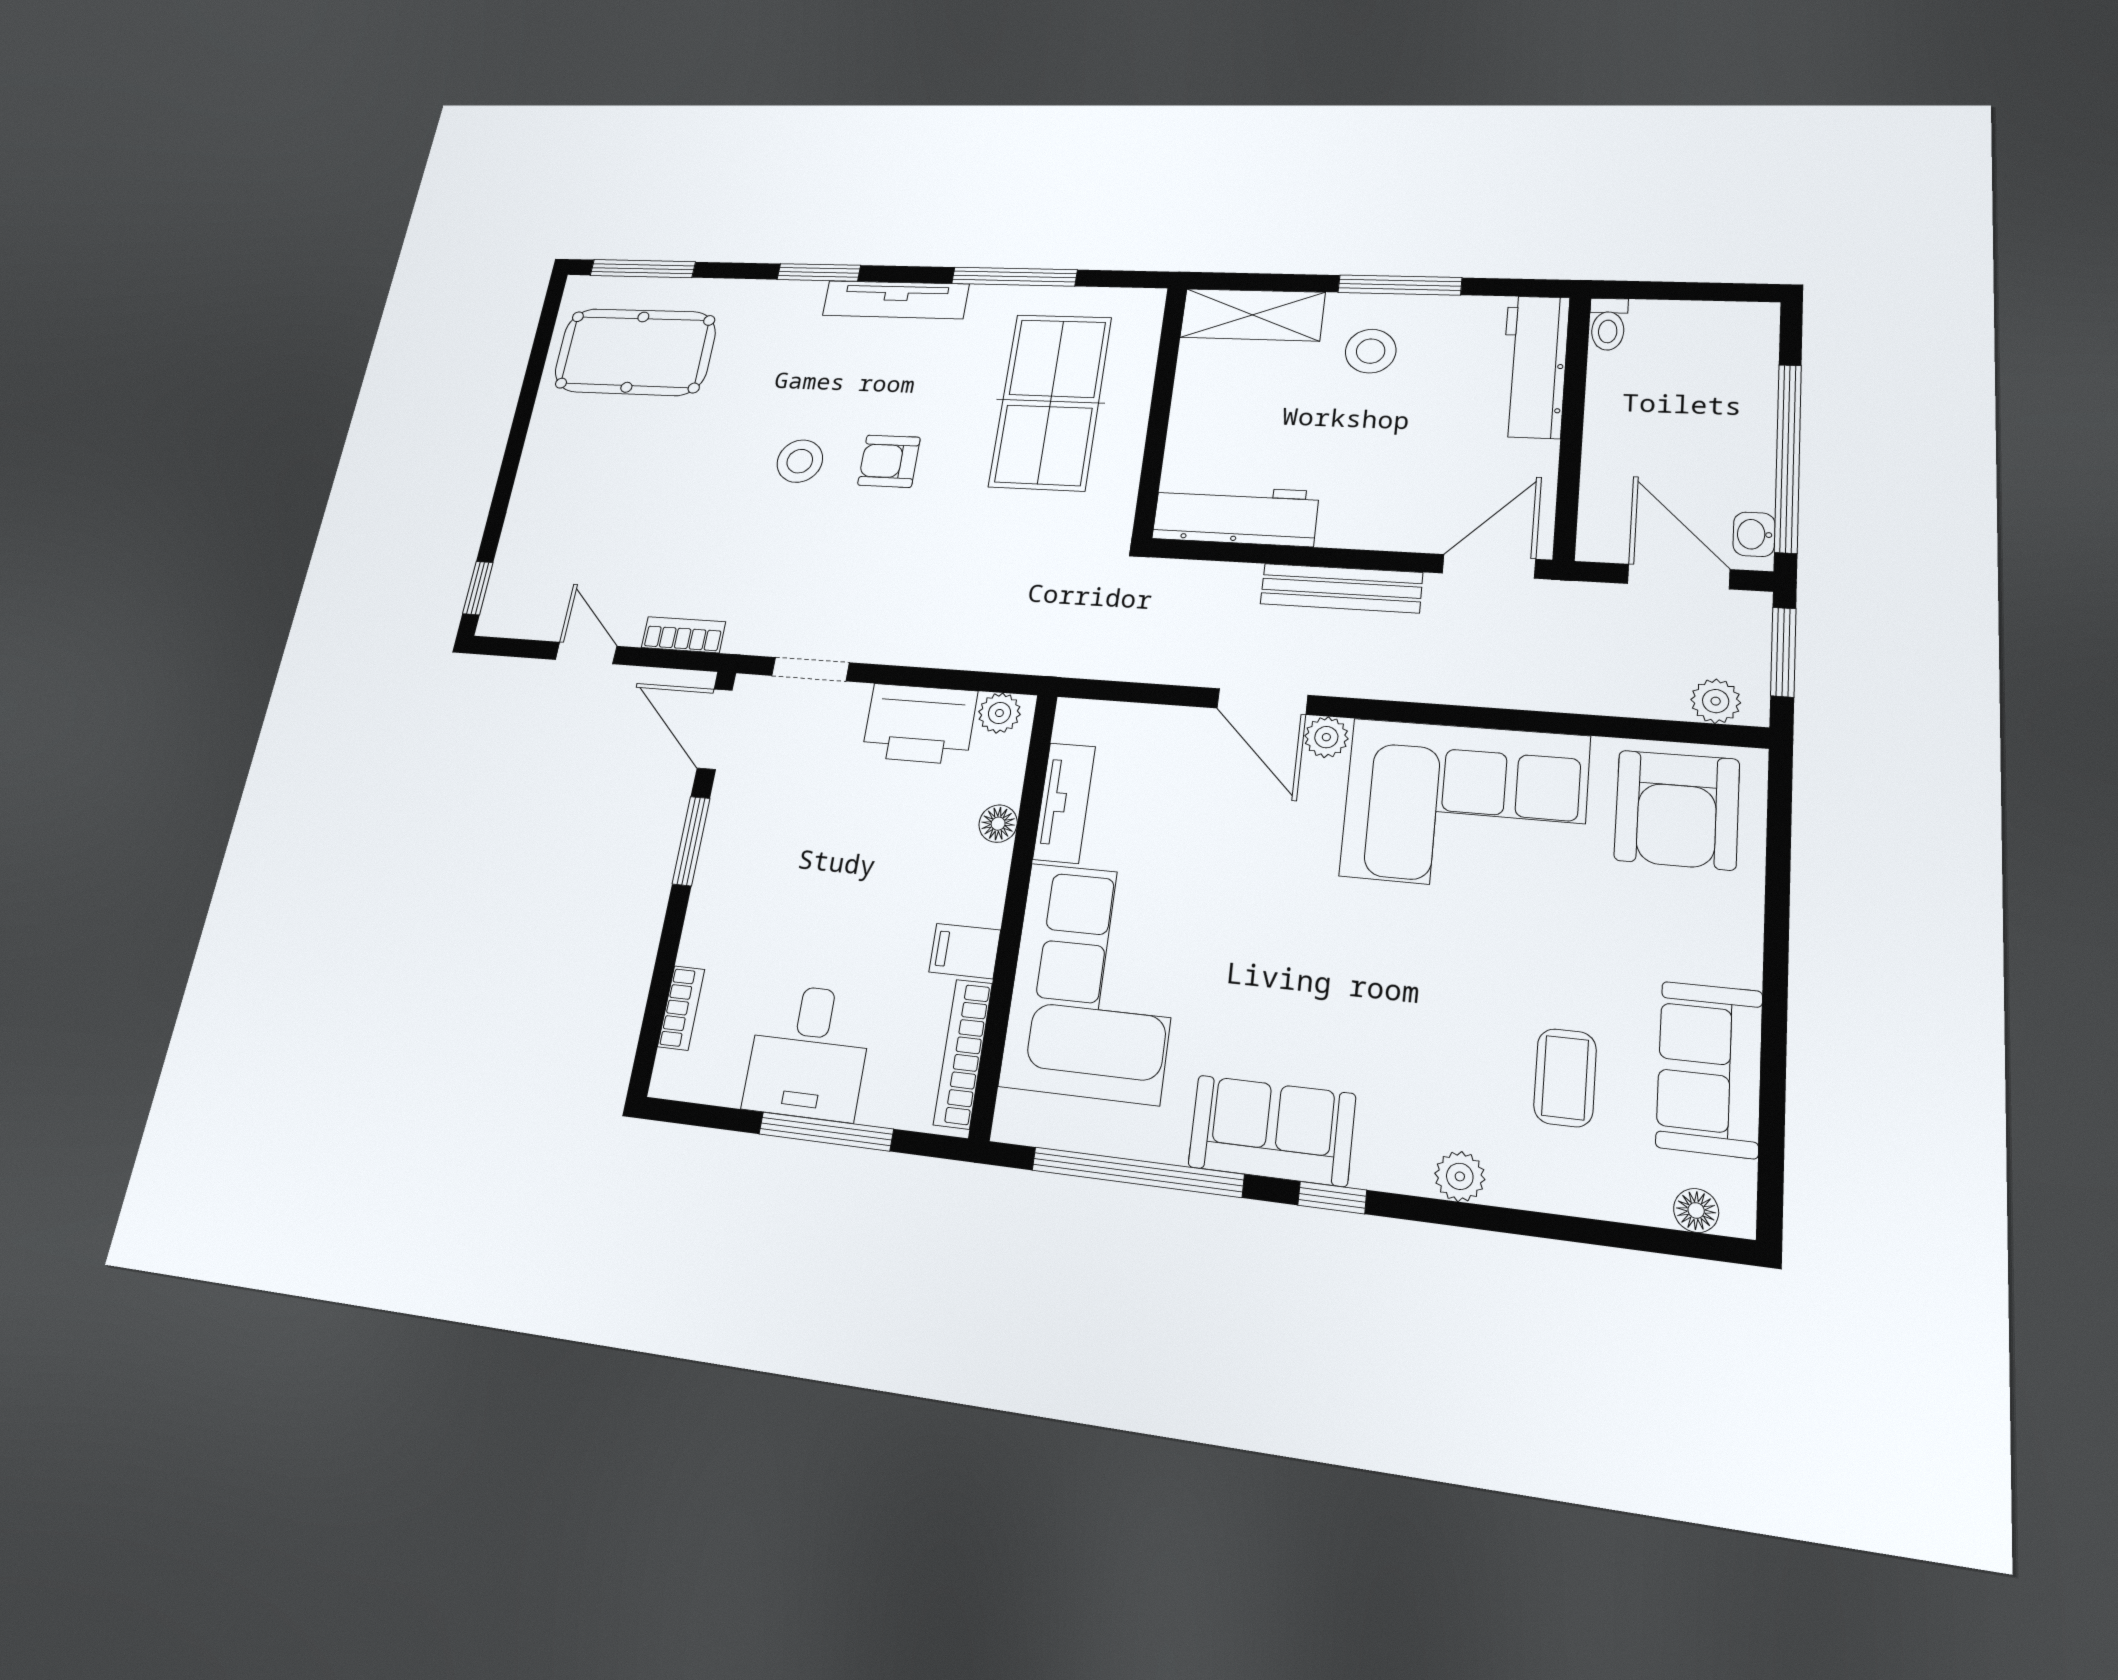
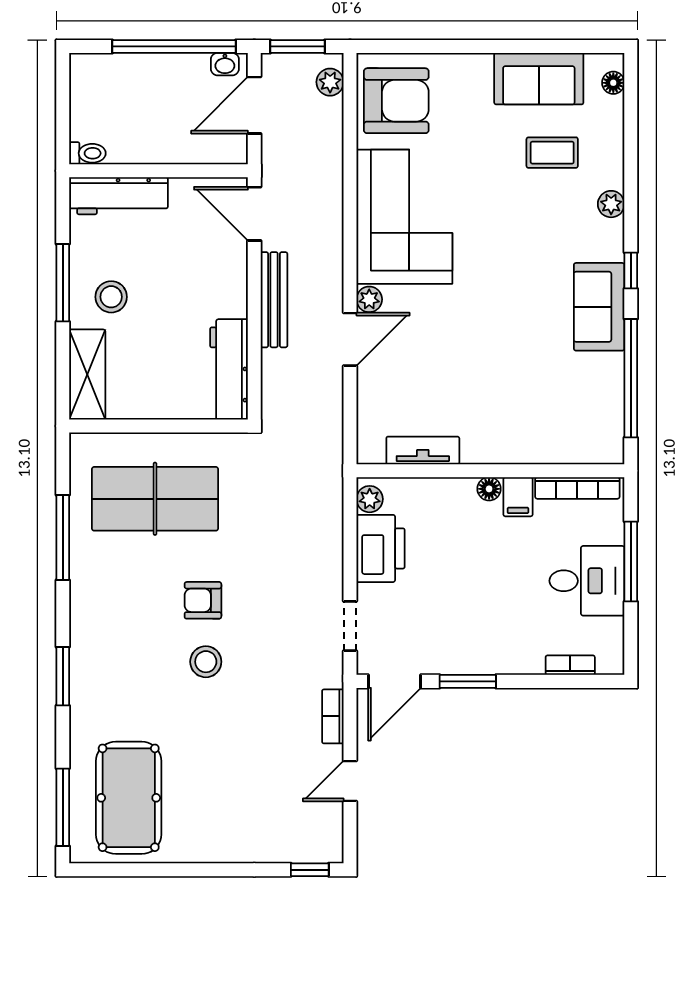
tv unit: (896, 300) -> (83, 617), removed
armchair: (889, 461) -> (203, 600), turned 90
floor lamp: (998, 824) -> (489, 489), moved
corner sofa: (1094, 982) -> (528, 417), removed

